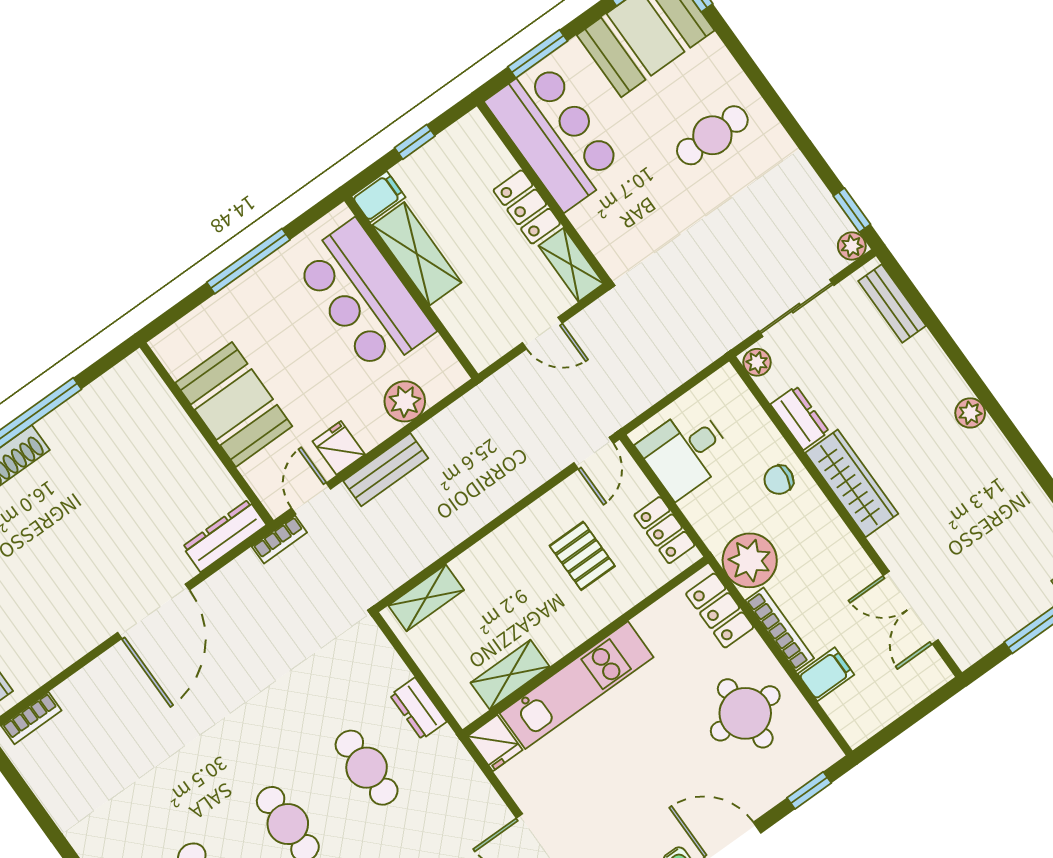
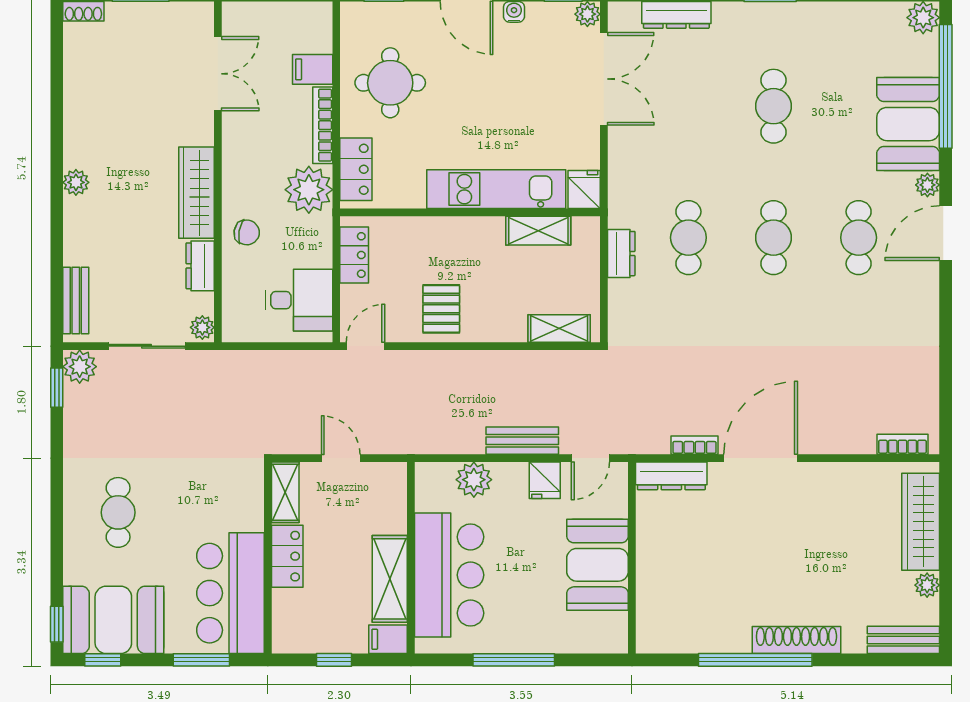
cafe table: (712, 135) -> (118, 512), turned 90
plant: (852, 246) -> (80, 367), width x1.38, depth x1.38
bookcase: (279, 539) -> (694, 445), moved
pallet: (582, 556) -> (441, 309), moved

